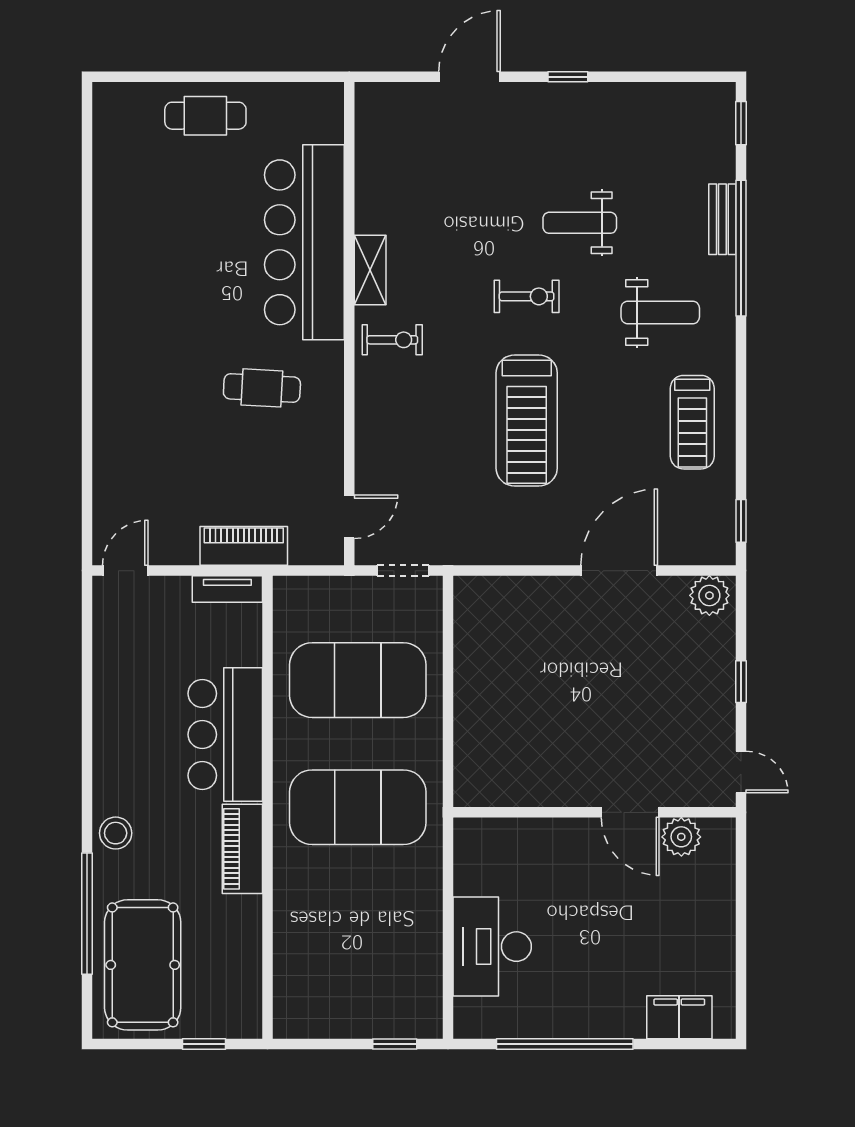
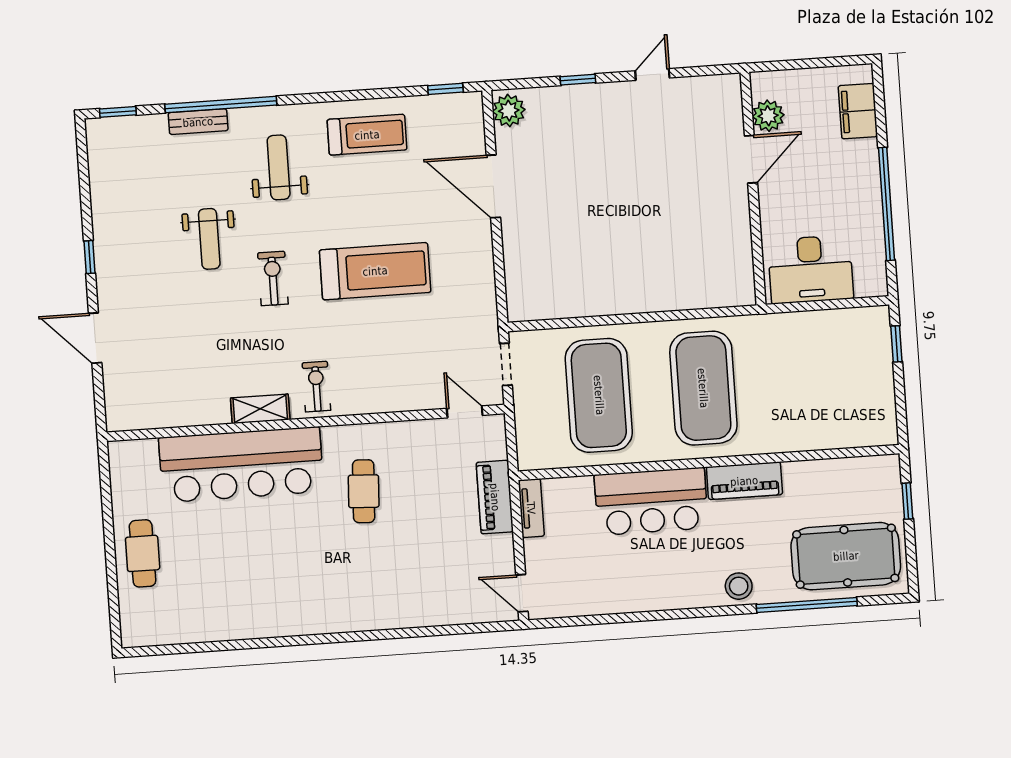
wall: (594, 812) -> (753, 189), moved
door: (630, 812) -> (751, 159), moved
plant: (681, 837) -> (768, 116), moved

